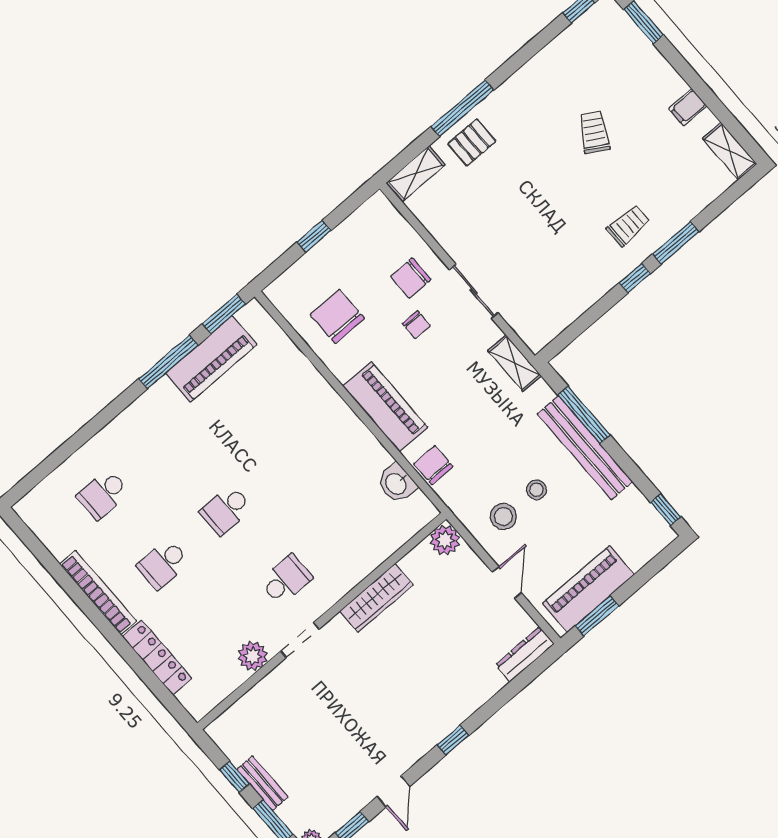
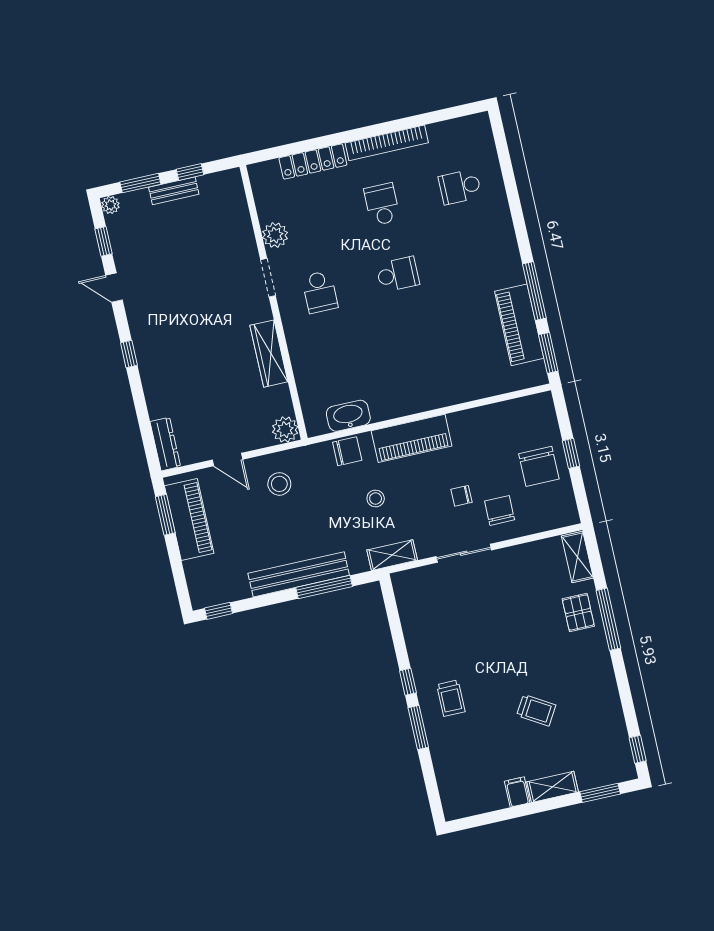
shelving: (730, 151) -> (553, 787), moved
chair: (337, 317) -> (539, 466), moved, turned 90
washbasin: (397, 483) -> (348, 416), width x1.38
stool: (536, 490) -> (376, 498), moved
school desk: (103, 494) -> (460, 187), turned -90
school desk: (226, 510) -> (398, 274), turned 90

